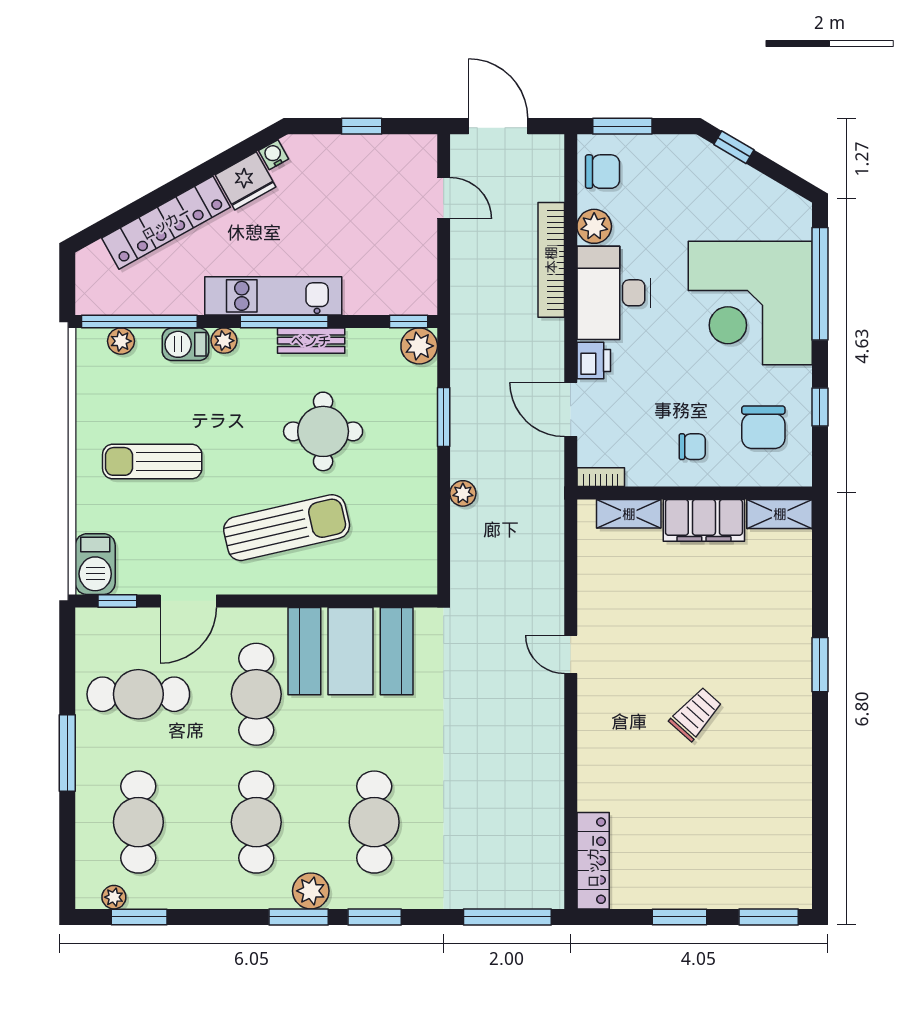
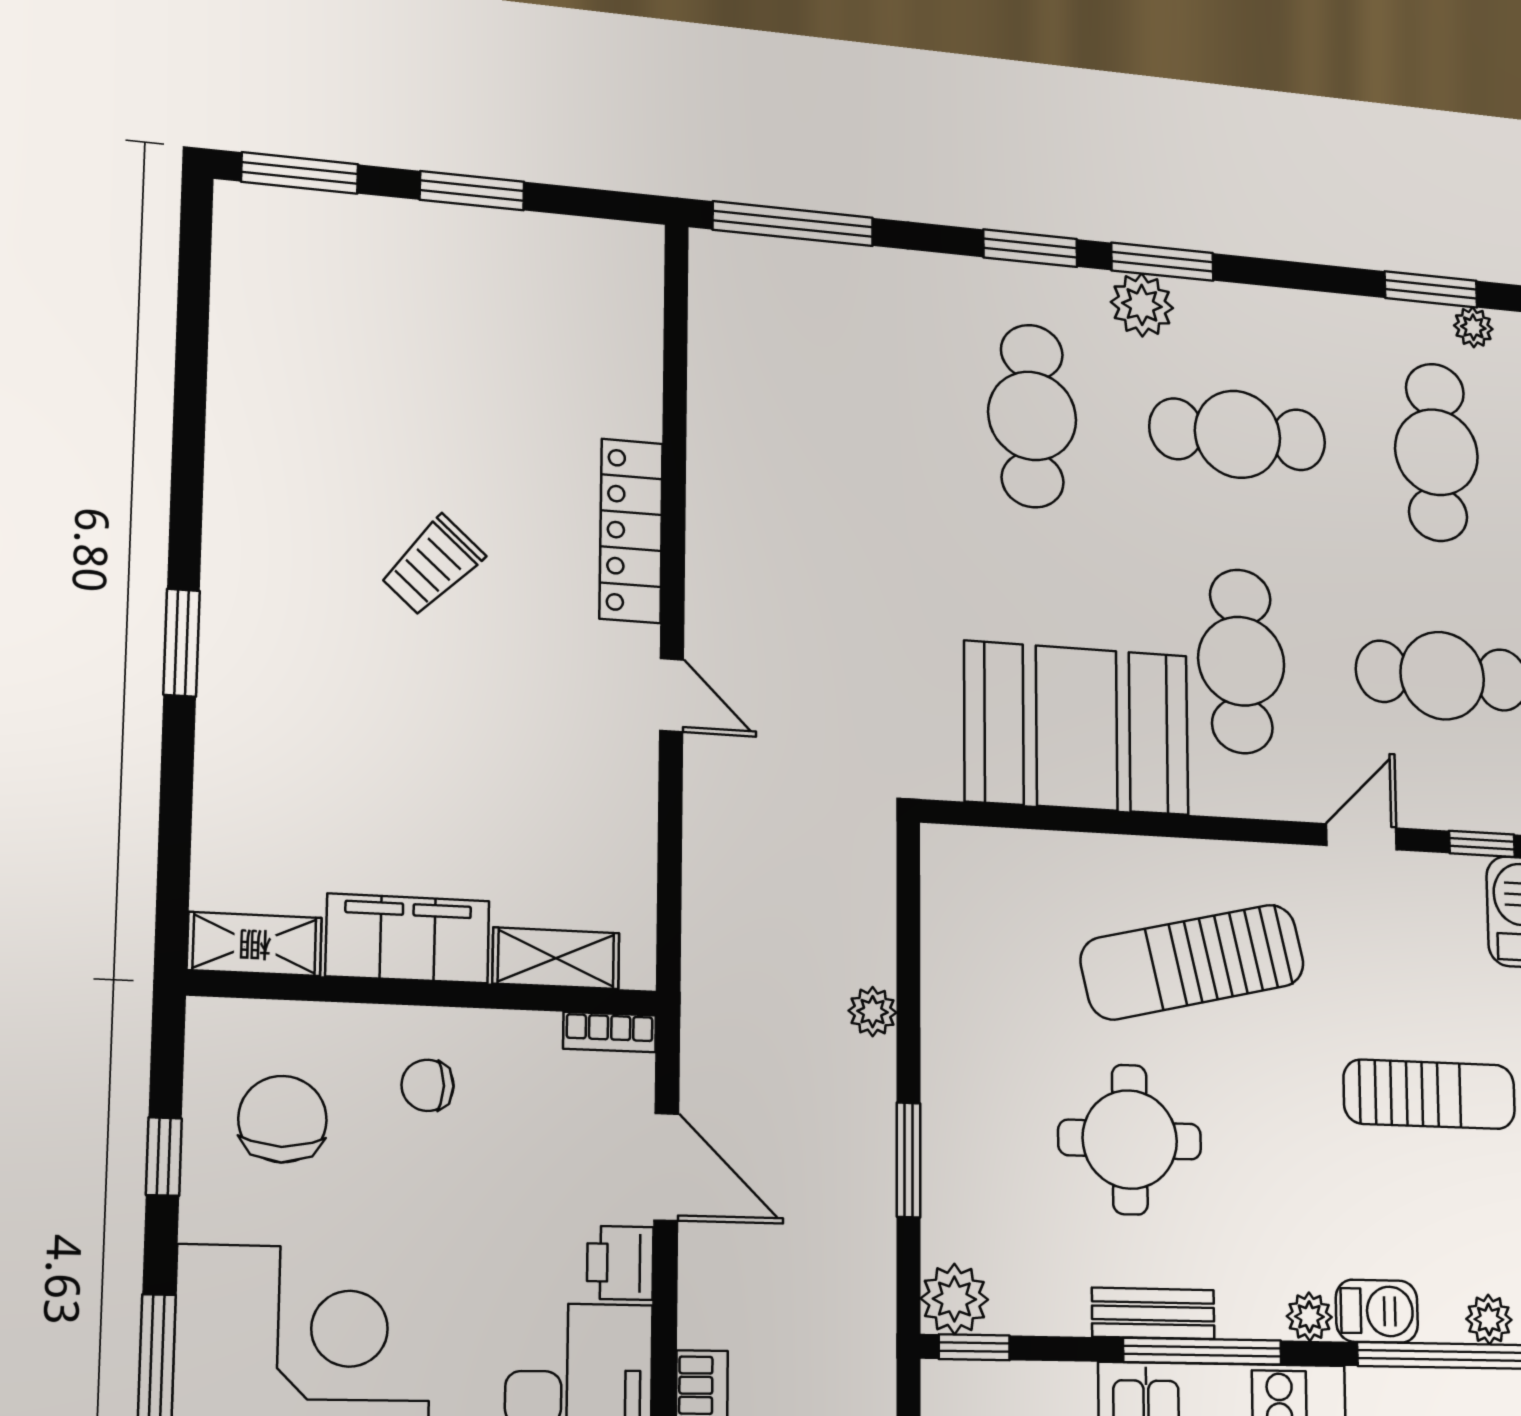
door: (188, 601) -> (1362, 837), width x0.73
cafe table: (256, 822) -> (1238, 434), turned 90
locker: (593, 861) -> (631, 531), moved

